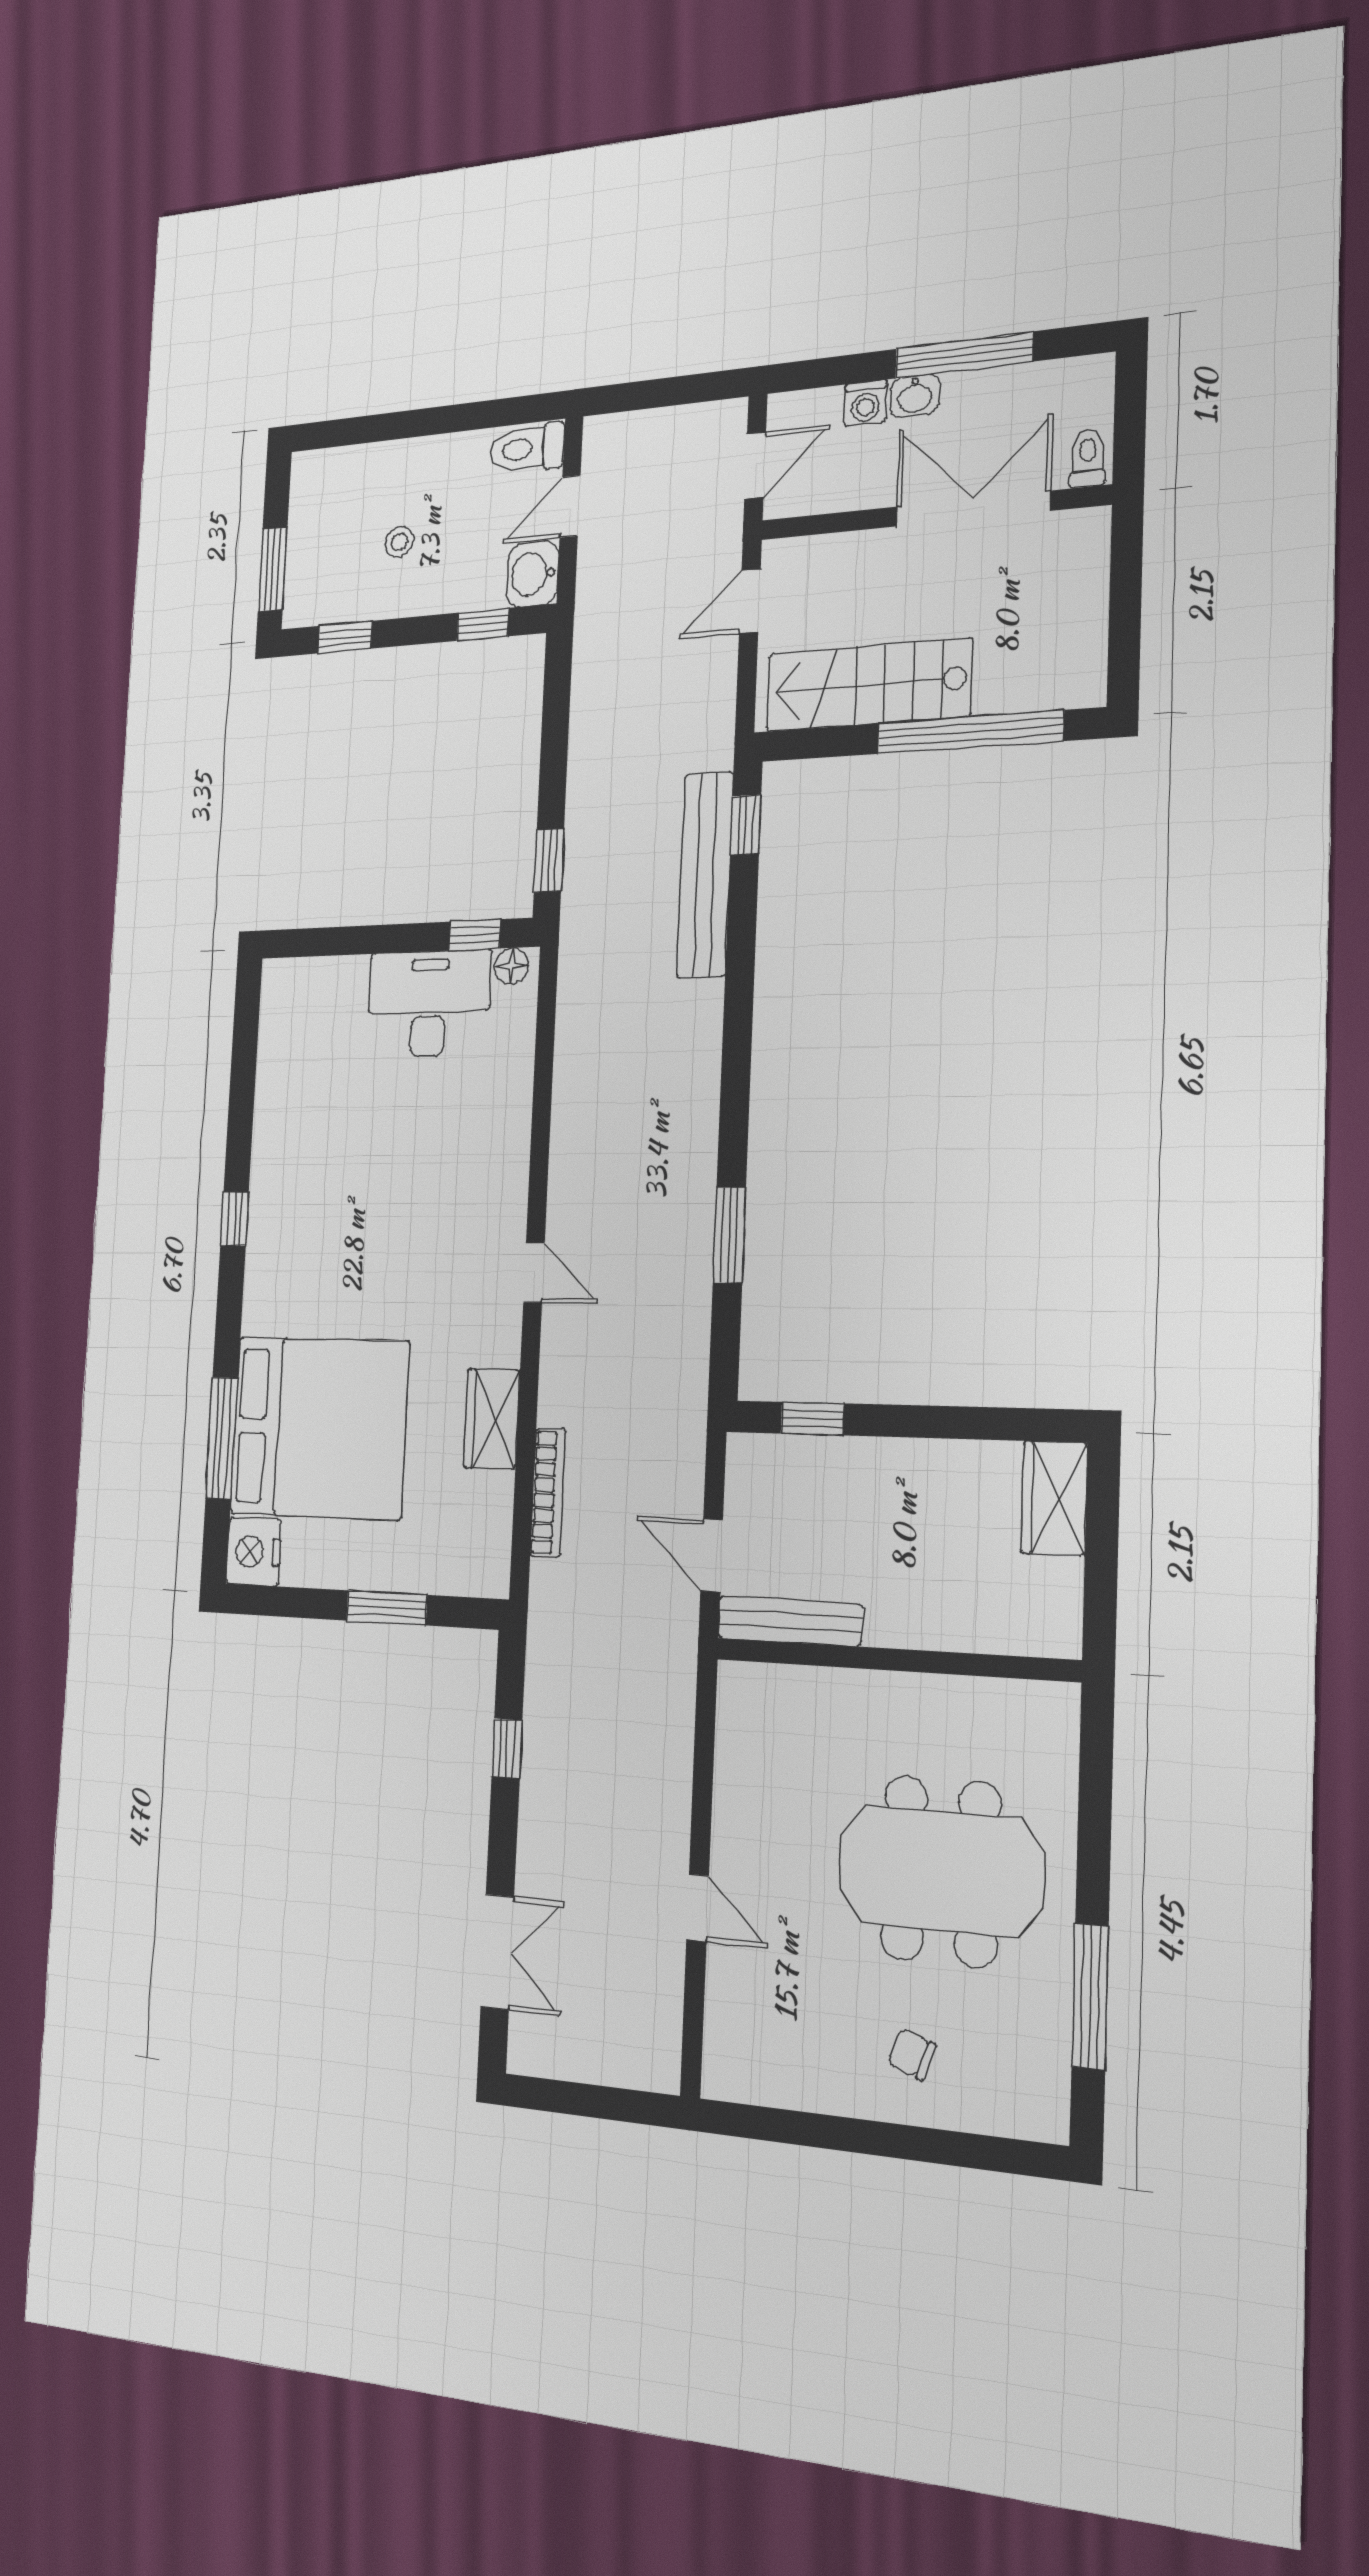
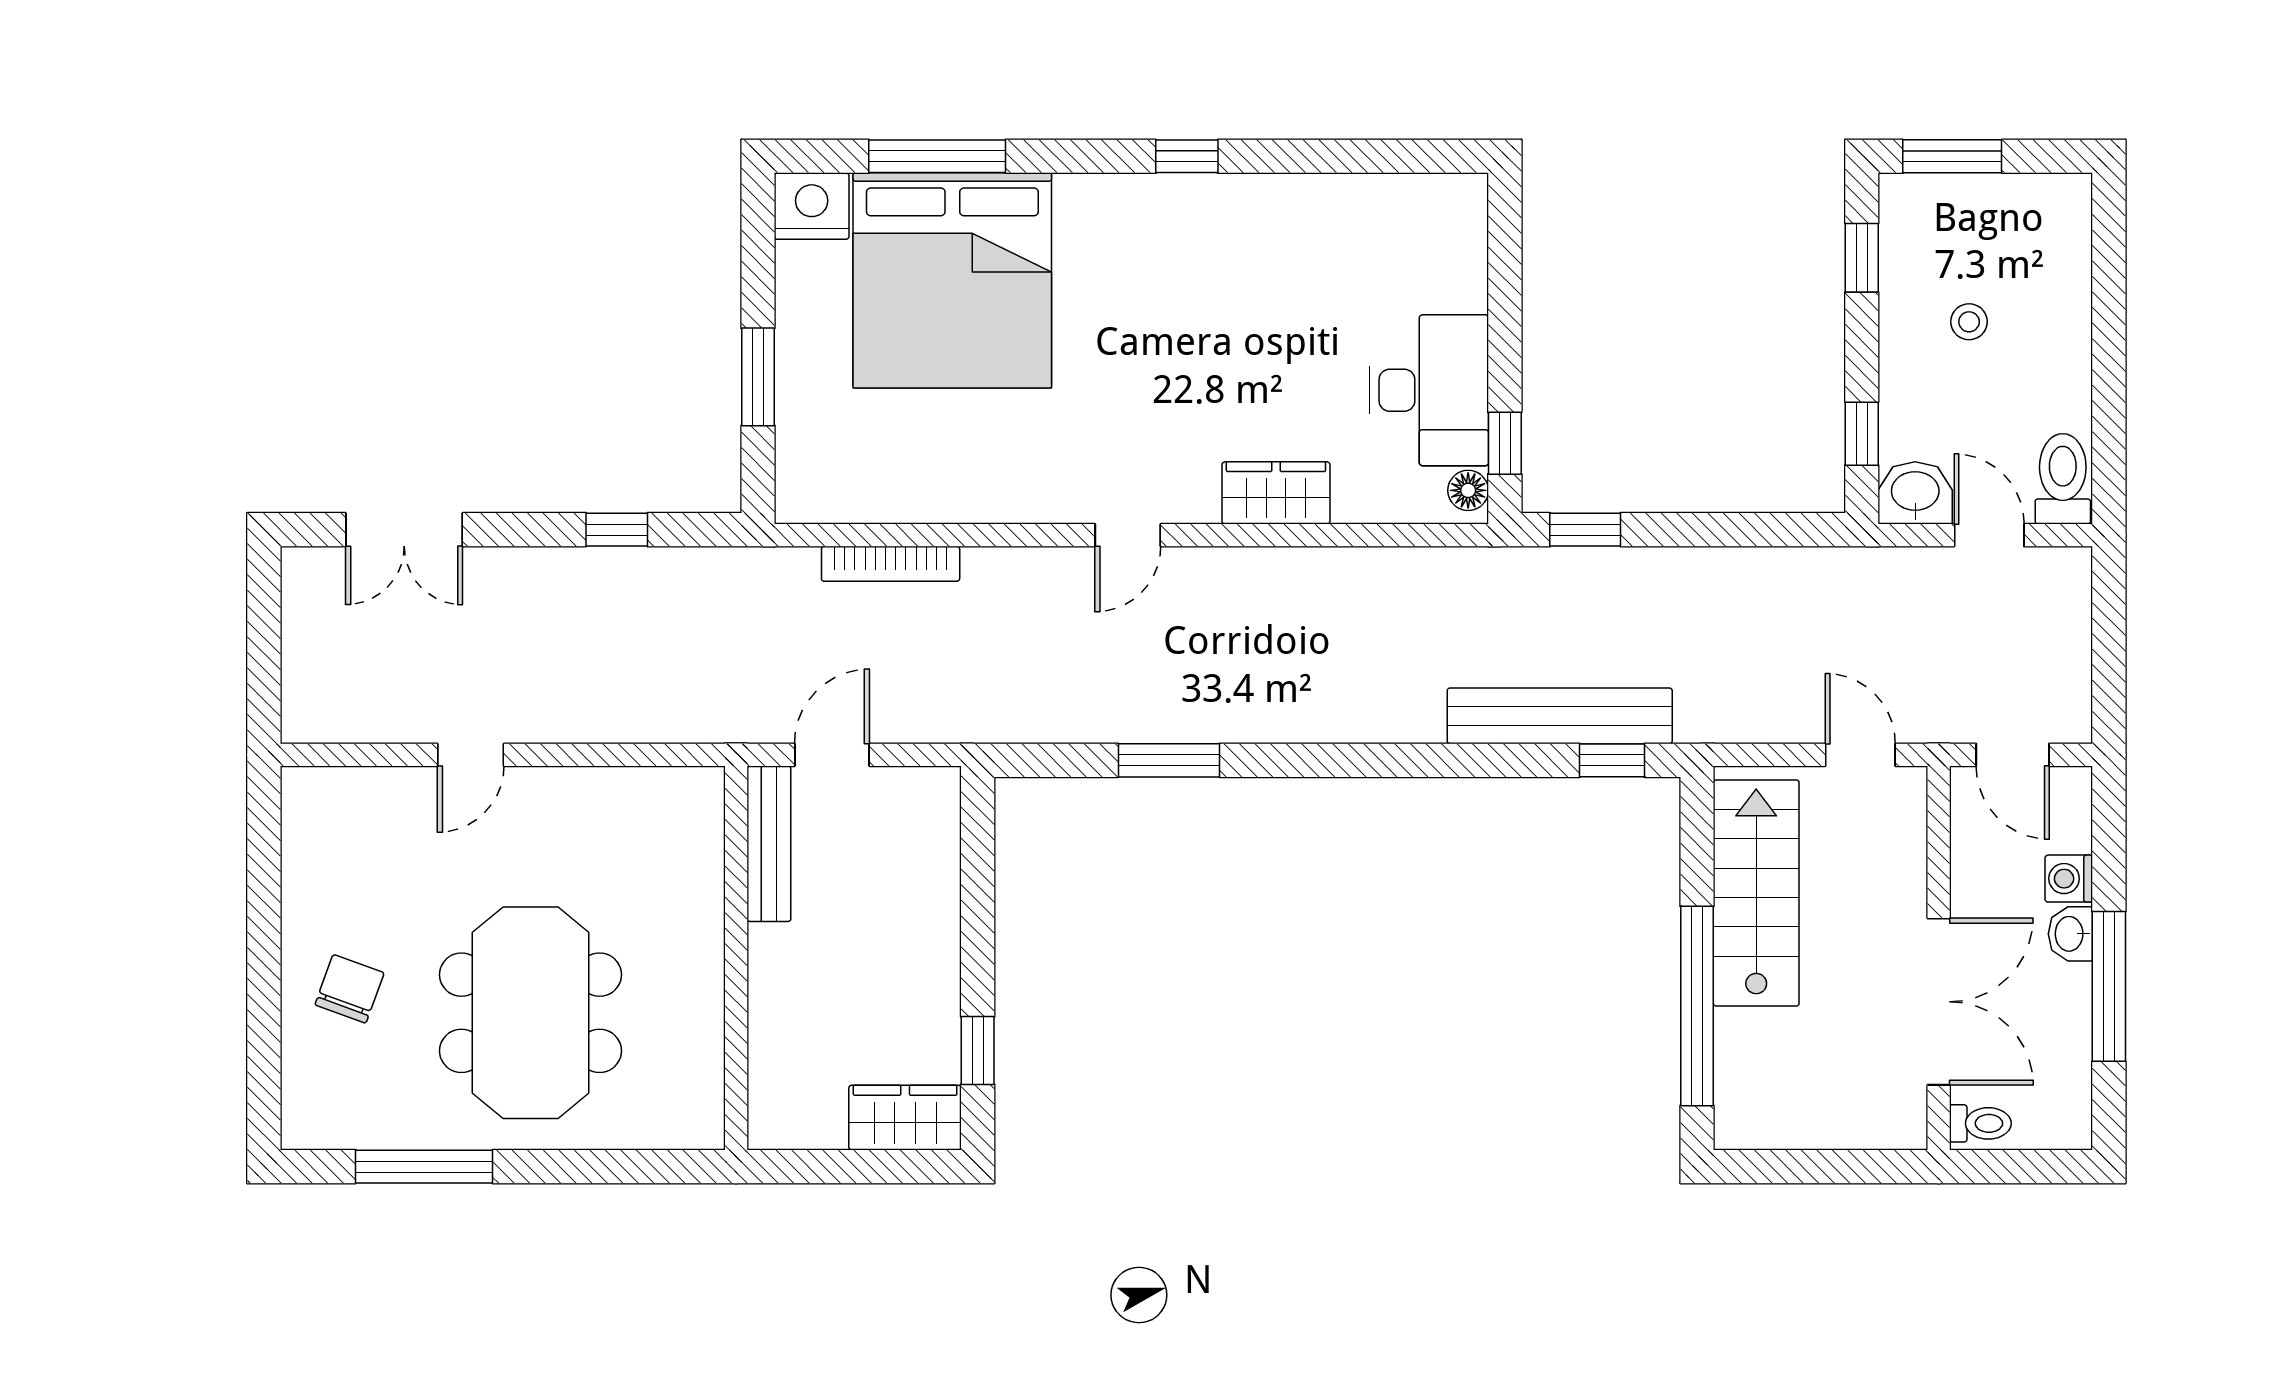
wardrobe: (492, 1419) -> (1276, 493), moved
window: (812, 1419) -> (978, 1051), moved
chair: (912, 2054) -> (349, 989), width x1.37, depth x1.37

